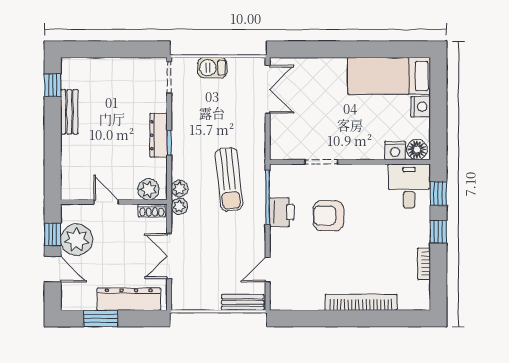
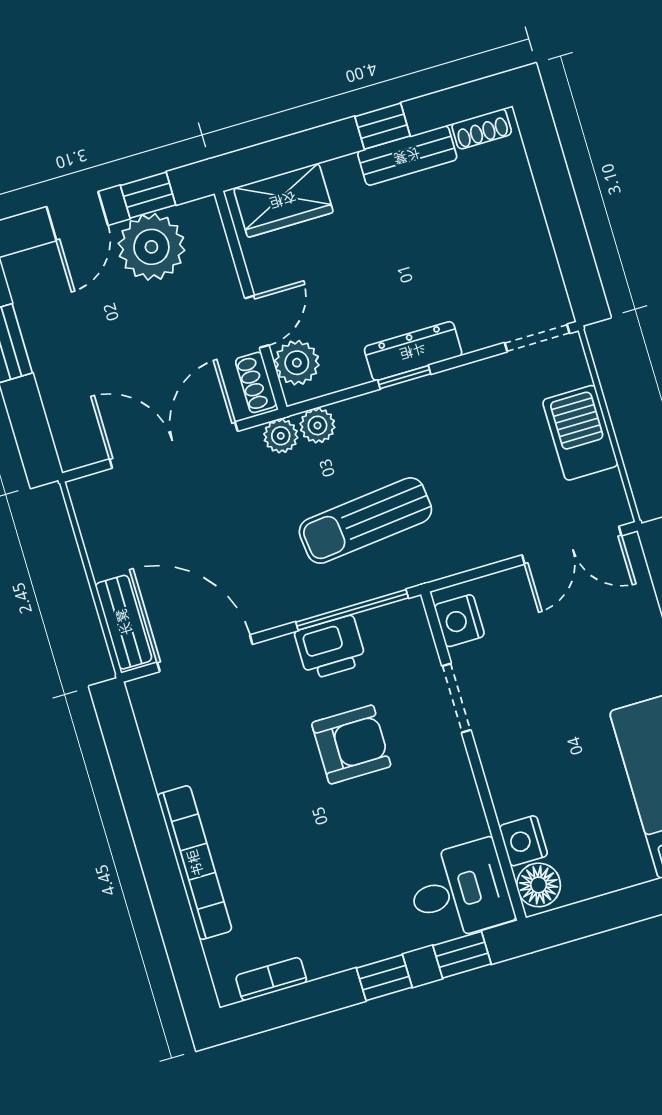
barbecue: (212, 68) -> (580, 433), width x1.38, depth x1.27
shoe rack: (67, 75) -> (482, 129), added
window: (53, 85) -> (382, 126), moved
nightstand: (421, 107) -> (459, 621), moved, turned 90
wardrobe: (73, 174) -> (283, 200), added
door: (106, 202) -> (257, 322), moved
armchair: (328, 216) -> (351, 744), turned 90
double door: (169, 256) -> (174, 445), width x1.37
bookcase: (424, 264) -> (271, 979), moved
door: (268, 270) -> (205, 653), width x1.88
dresser: (129, 299) -> (62, 388), removed

